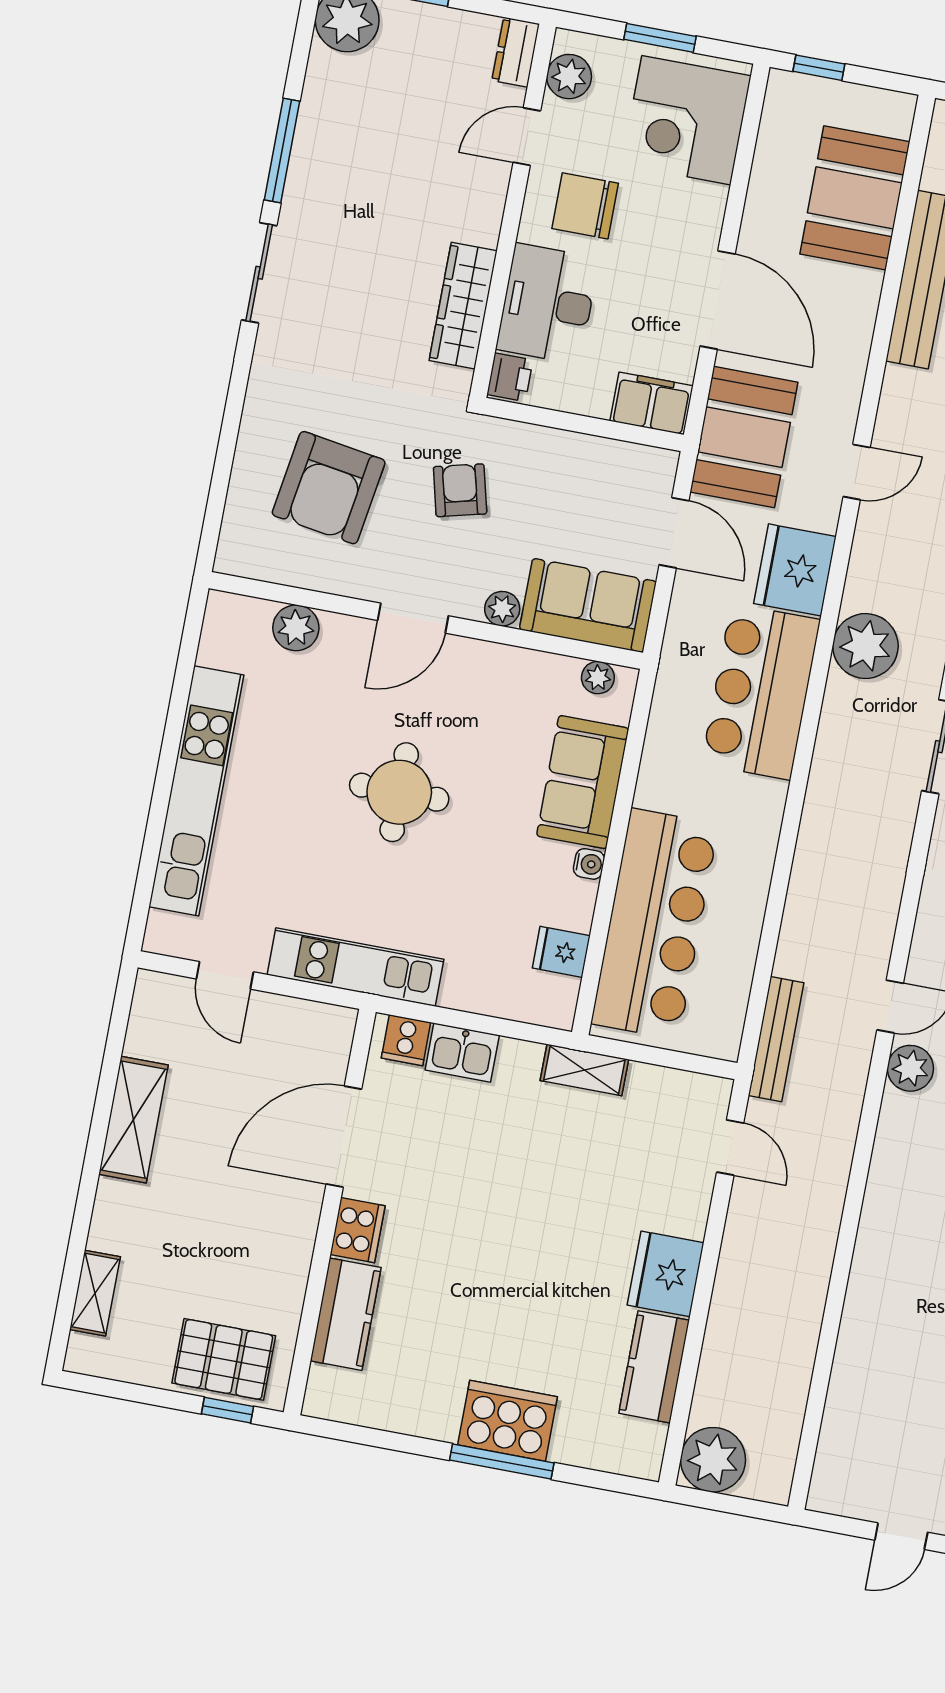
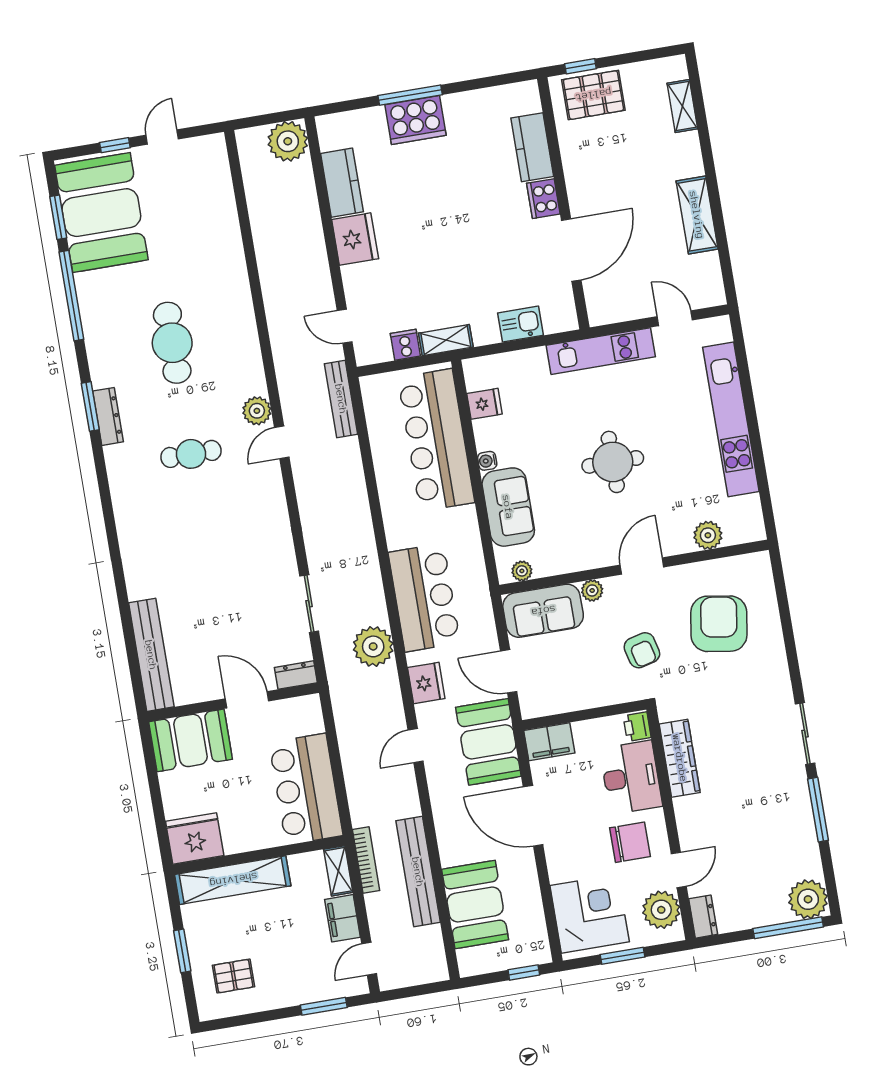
plant: (569, 77) -> (661, 910), width x1.36, depth x1.36
fridge: (795, 570) -> (426, 683), width x0.73, depth x0.75
cooker: (406, 1040) -> (405, 345), moved

